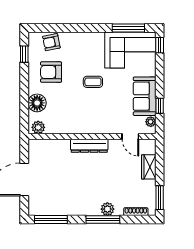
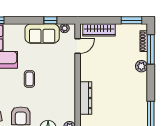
dresser: (89, 146) -> (86, 98), moved
wardrobe: (149, 167) -> (99, 30), width x1.50
window: (103, 220) -> (151, 49), moved

